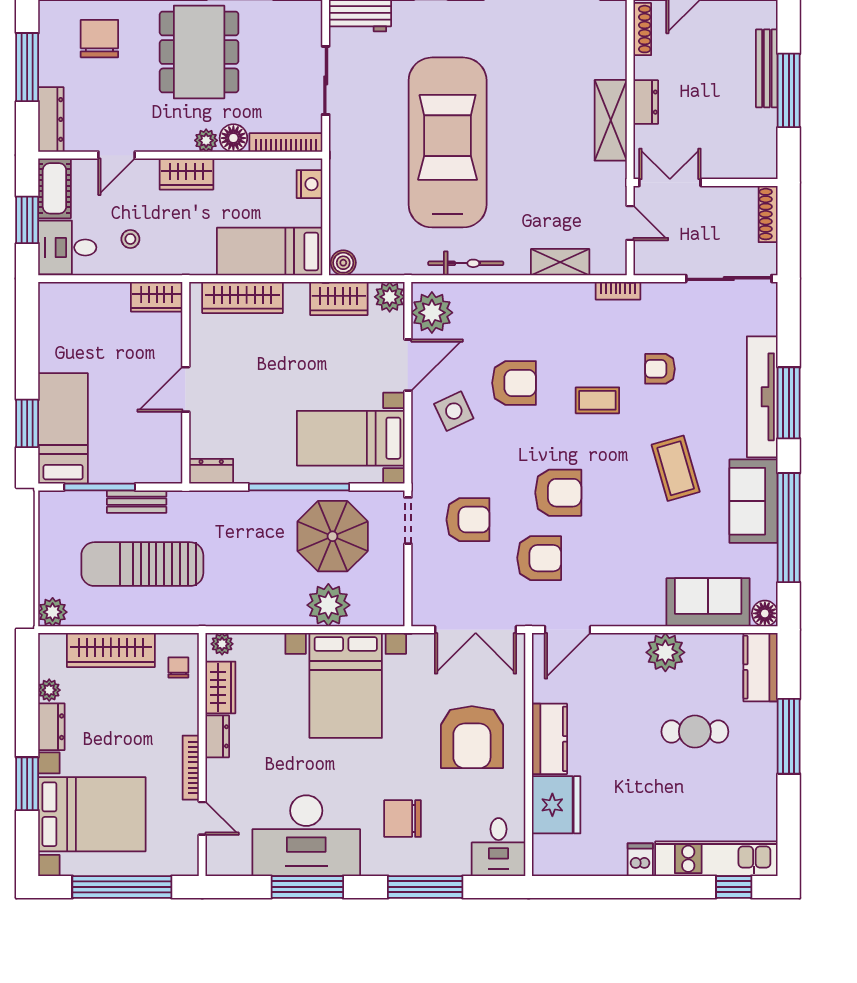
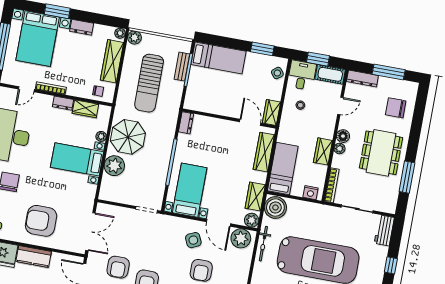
chair: (99, 39) -> (396, 108), turned 180
dining table: (199, 52) -> (381, 153), turned 90
floor lamp: (233, 138) -> (343, 136), moved
door: (117, 155) -> (340, 106), swing flipped
wardrobe: (186, 174) -> (323, 151), moved
boiler: (343, 263) -> (275, 208), width x1.86, depth x1.86
bicycle: (466, 263) -> (263, 244), moved
side table: (72, 300) -> (277, 73), added
door: (186, 389) -> (250, 122), moved
window: (27, 423) -> (262, 49), moved
bench: (137, 502) -> (182, 67), moved
armchair: (468, 520) -> (142, 237), removed
parasol: (333, 536) -> (128, 137), moved
sun lounger: (142, 564) -> (149, 83), turned 180
double door: (476, 630) -> (90, 232), swing flipped
plant: (222, 644) -> (101, 136), moved
bed with nightstands: (346, 685) -> (77, 159), width x0.73
plant: (49, 690) -> (120, 33), moved

